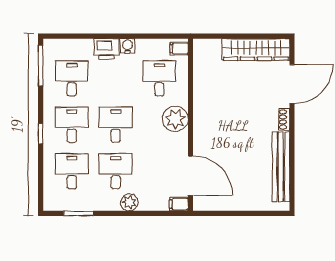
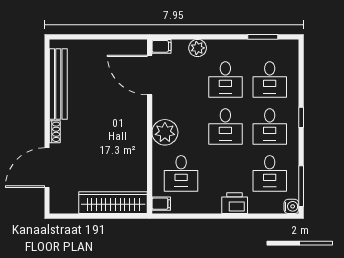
water cooler: (128, 46) -> (291, 206), moved, turned -90
wardrobe: (256, 49) -> (113, 203), moved
plant: (129, 202) -> (198, 48), moved

